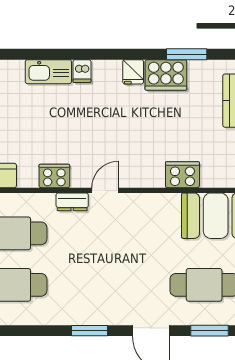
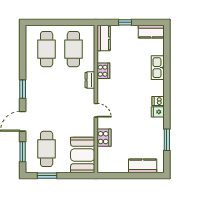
dishwasher: (82, 71) -> (158, 101), moved
cooker: (166, 75) -> (156, 129), removed
door: (105, 190) -> (96, 110), moved

